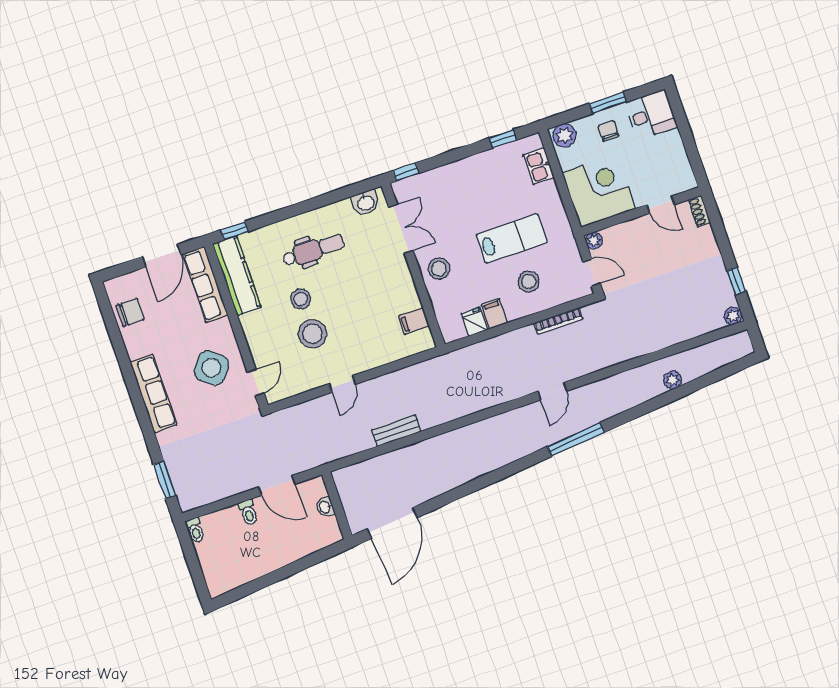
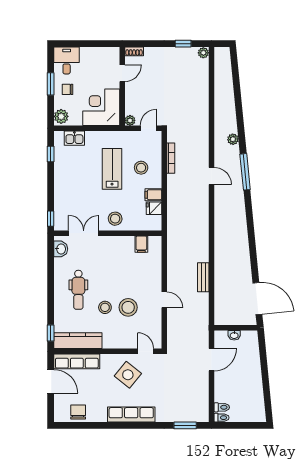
dental chair: (313, 250) -> (78, 290), turned 180
plant: (673, 380) -> (233, 139), moved
toilet: (248, 512) -> (222, 407), moved

